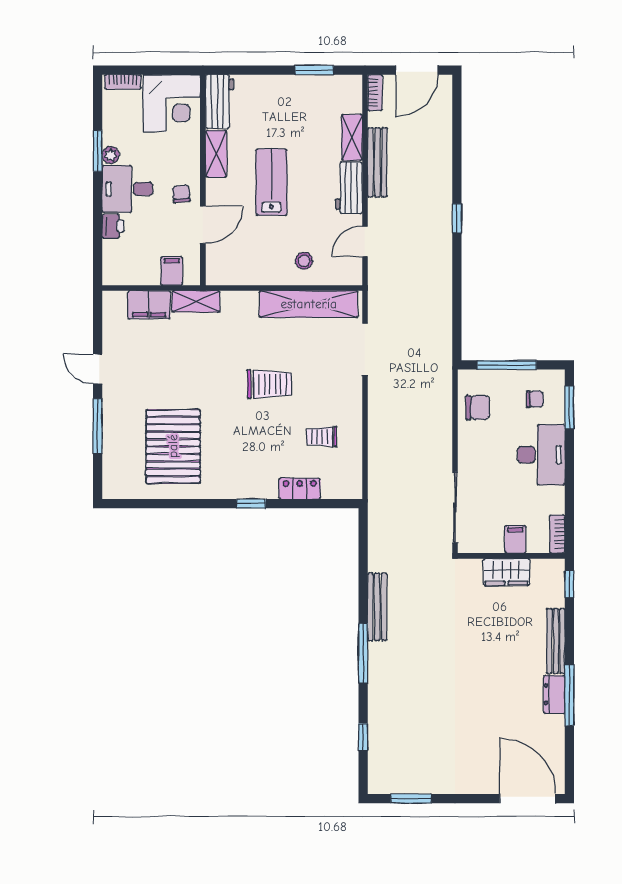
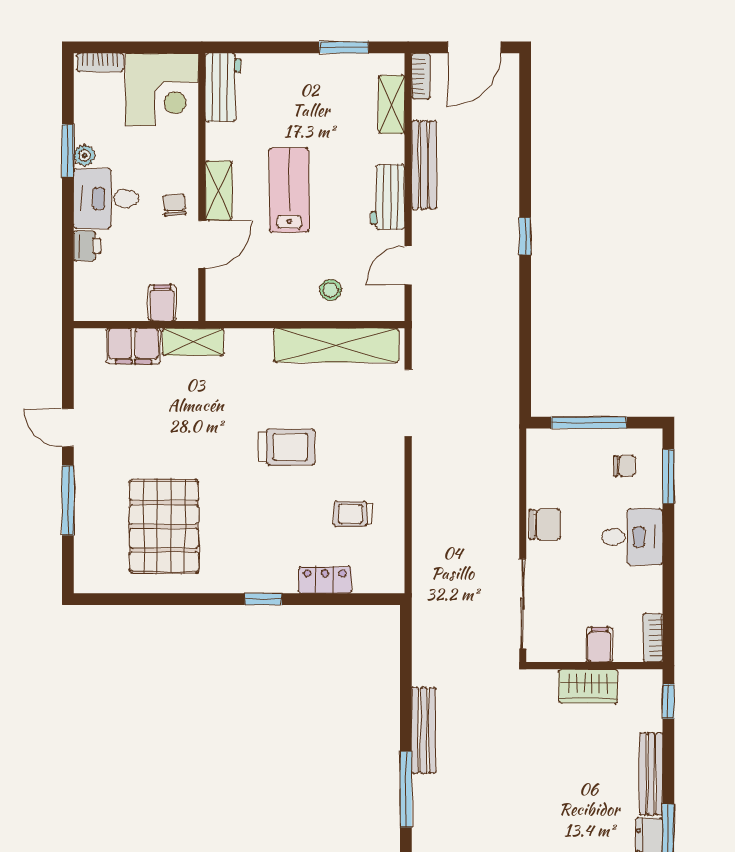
shelving: (352, 137) -> (392, 104), moved
shelving: (216, 154) -> (219, 190), moved
chair: (478, 408) -> (545, 524), moved
desk: (541, 455) -> (632, 537), width x0.73

